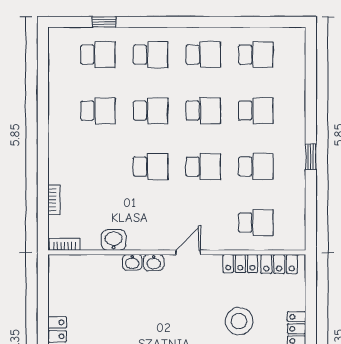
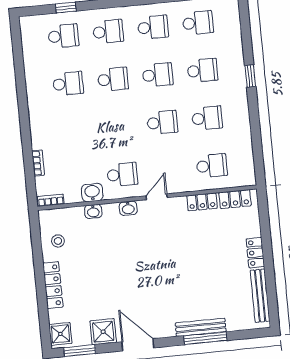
window: (311, 157) -> (250, 76), moved
school desk: (151, 167) -> (122, 175), moved
washbasin: (132, 262) -> (93, 211), moved
stool: (239, 321) -> (58, 241), moved, width x0.53, depth x0.53

